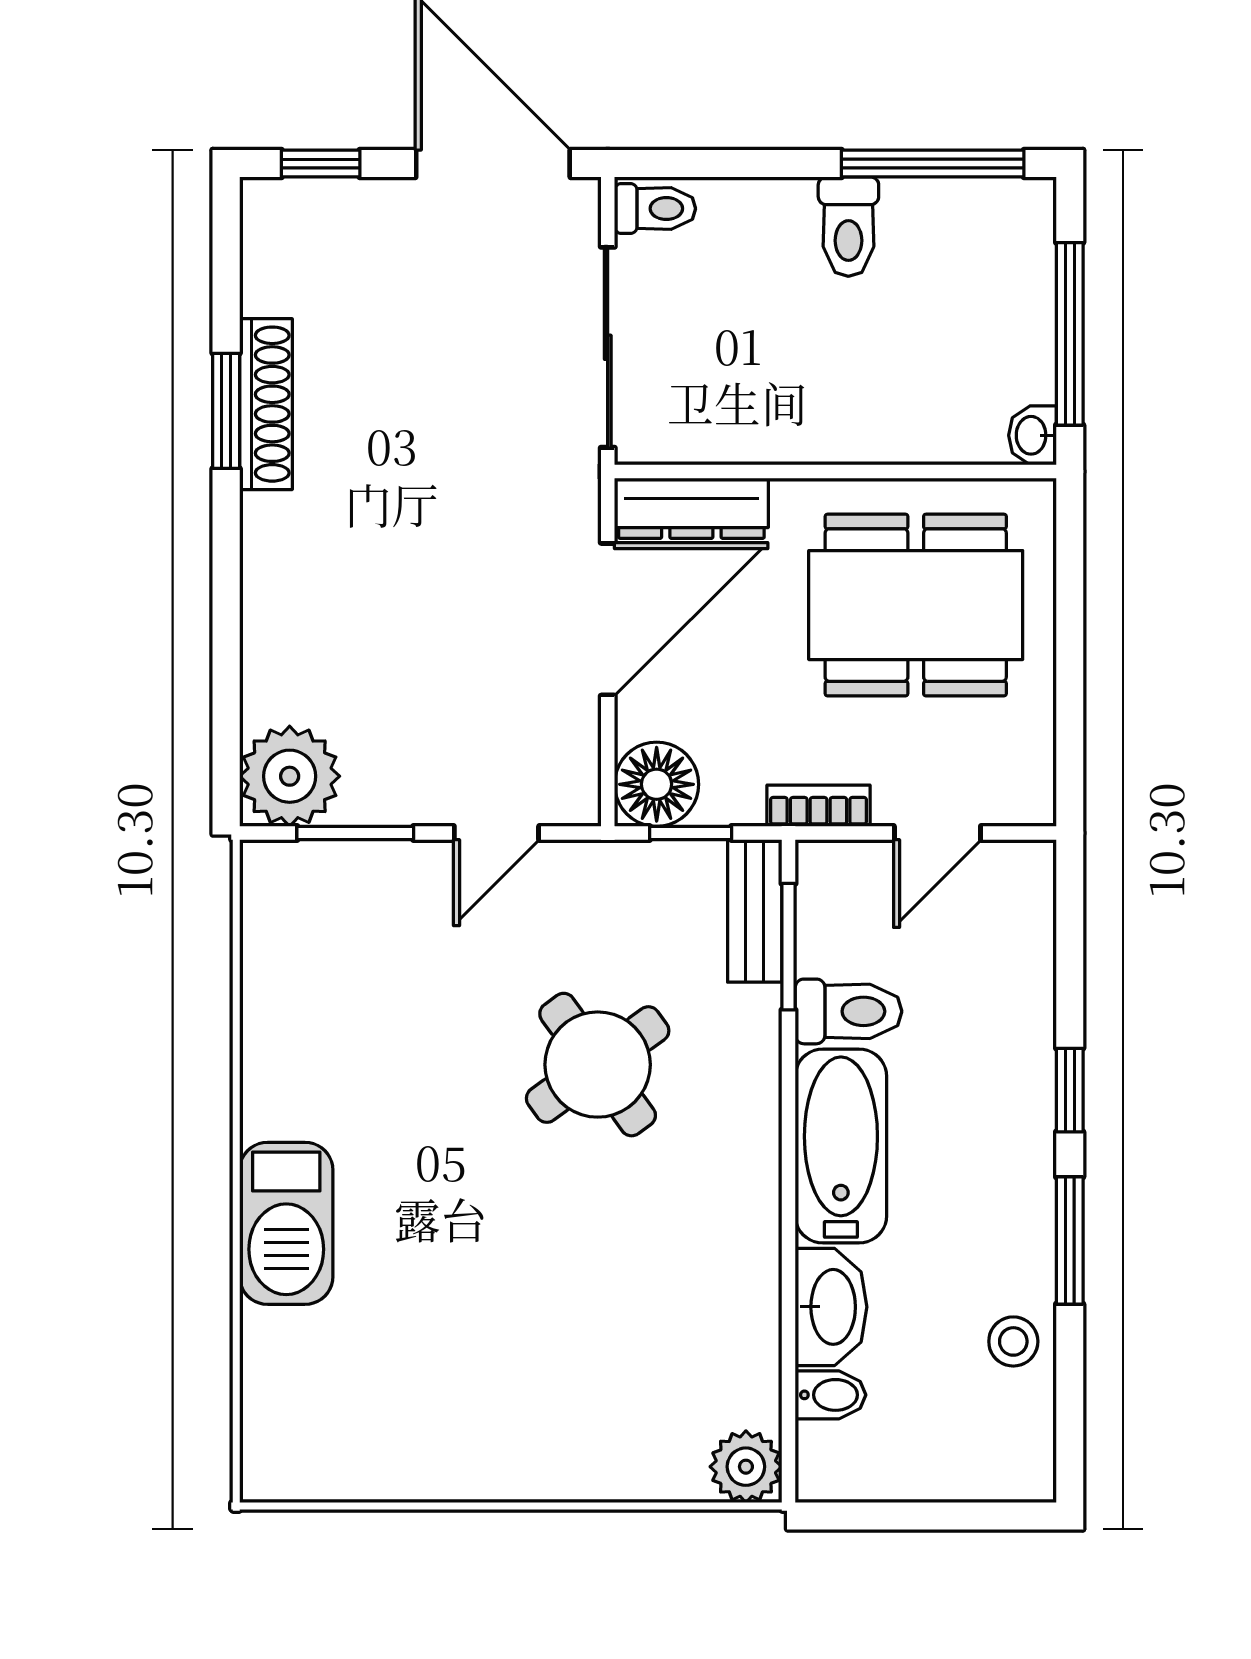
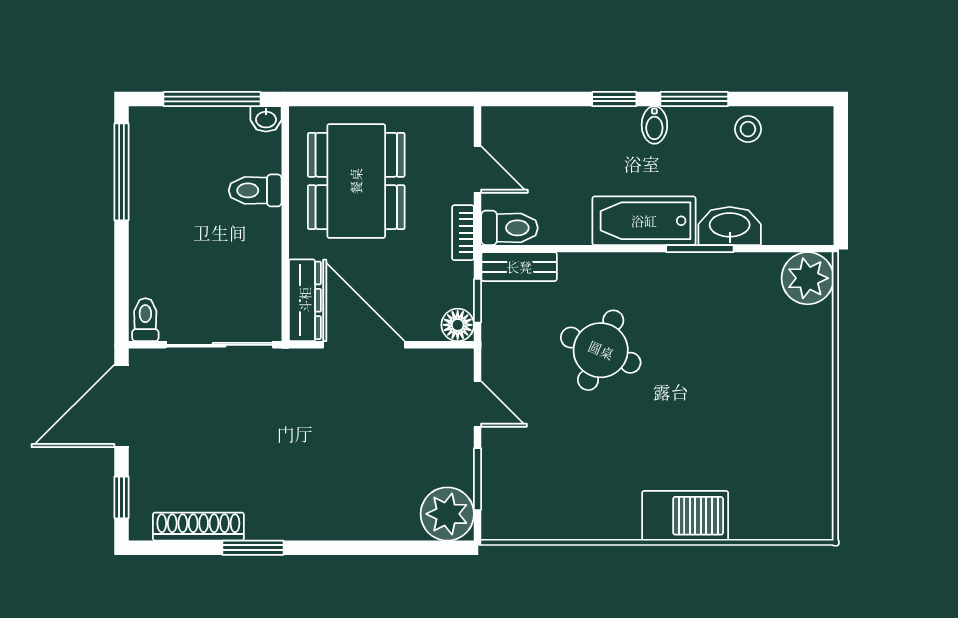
toilet: (848, 227) -> (255, 190), moved, turned 180
shoe rack: (266, 404) -> (198, 527), moved
floor lamp: (657, 784) -> (458, 325), width x0.73, depth x0.73
window: (789, 947) -> (700, 249), moved
toilet: (849, 1011) -> (509, 228), moved, turned 90
round table: (598, 1065) -> (601, 350), turned -31
bidet: (831, 1395) -> (654, 125), moved, turned 180
plant: (746, 1467) -> (808, 278), width x1.36, depth x1.36

